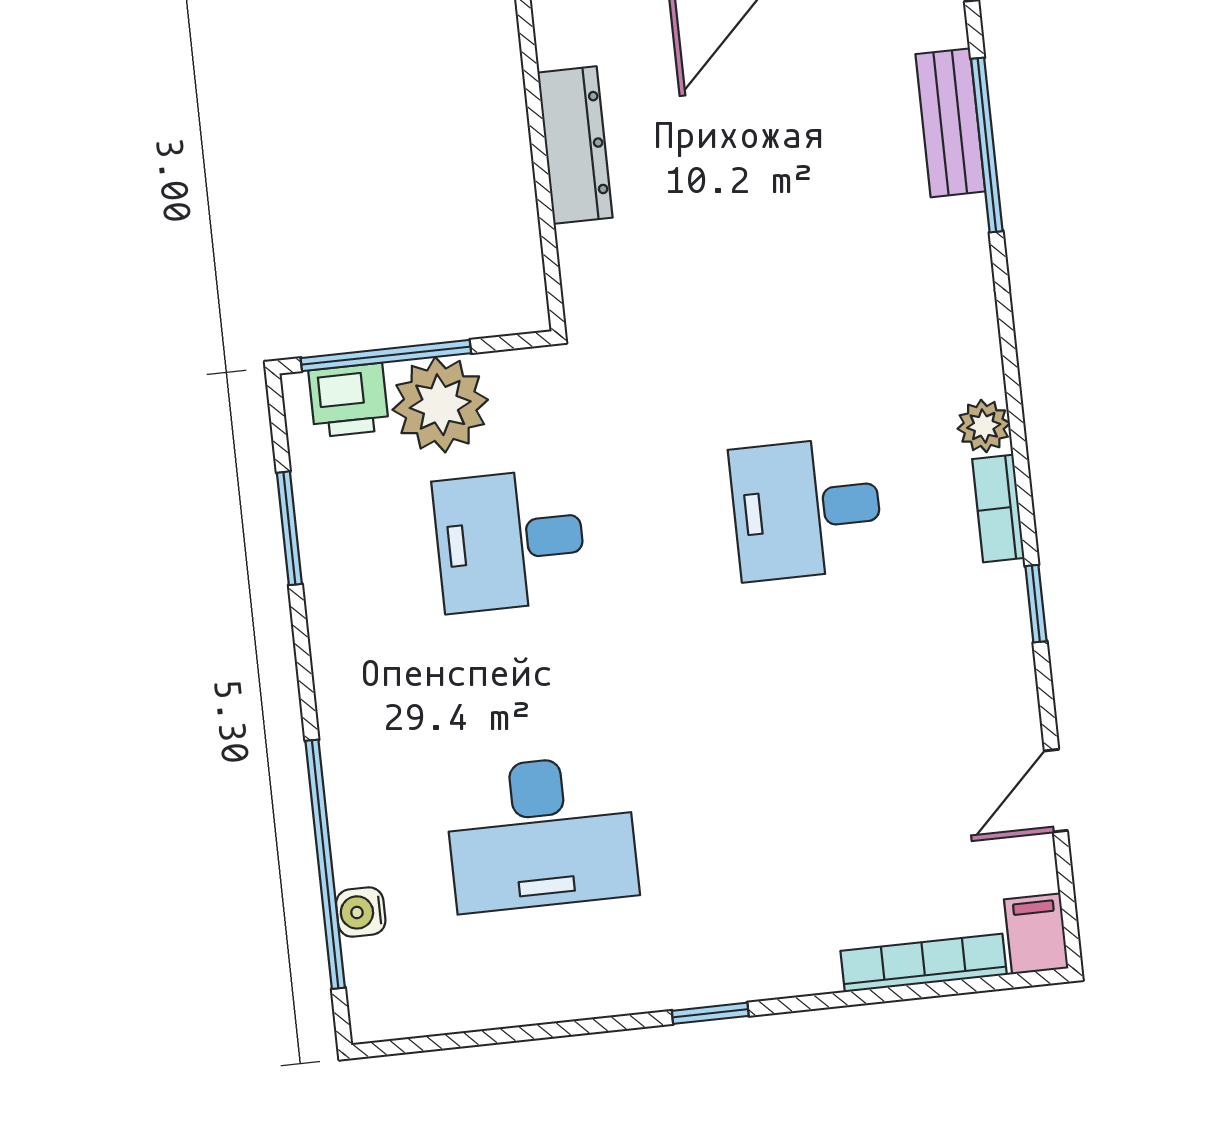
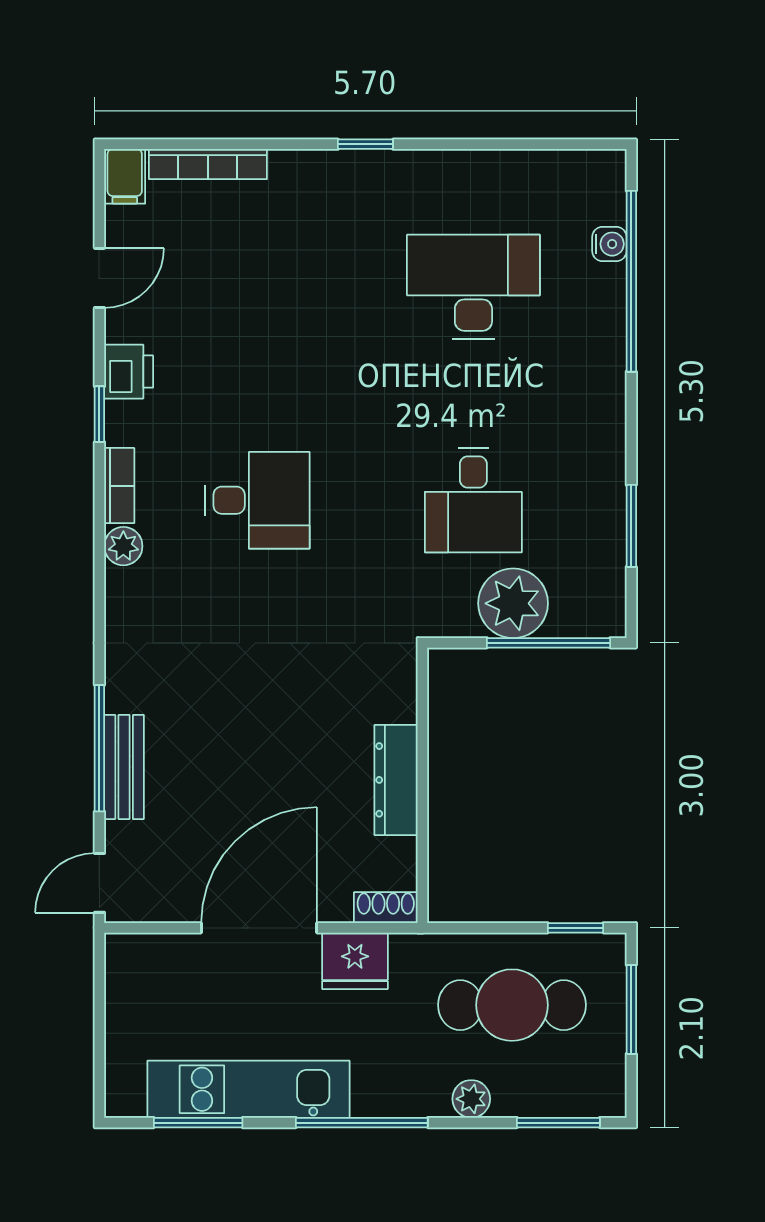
printer: (349, 400) -> (129, 372), moved, turned 90
desk: (510, 540) -> (473, 500), turned 90

